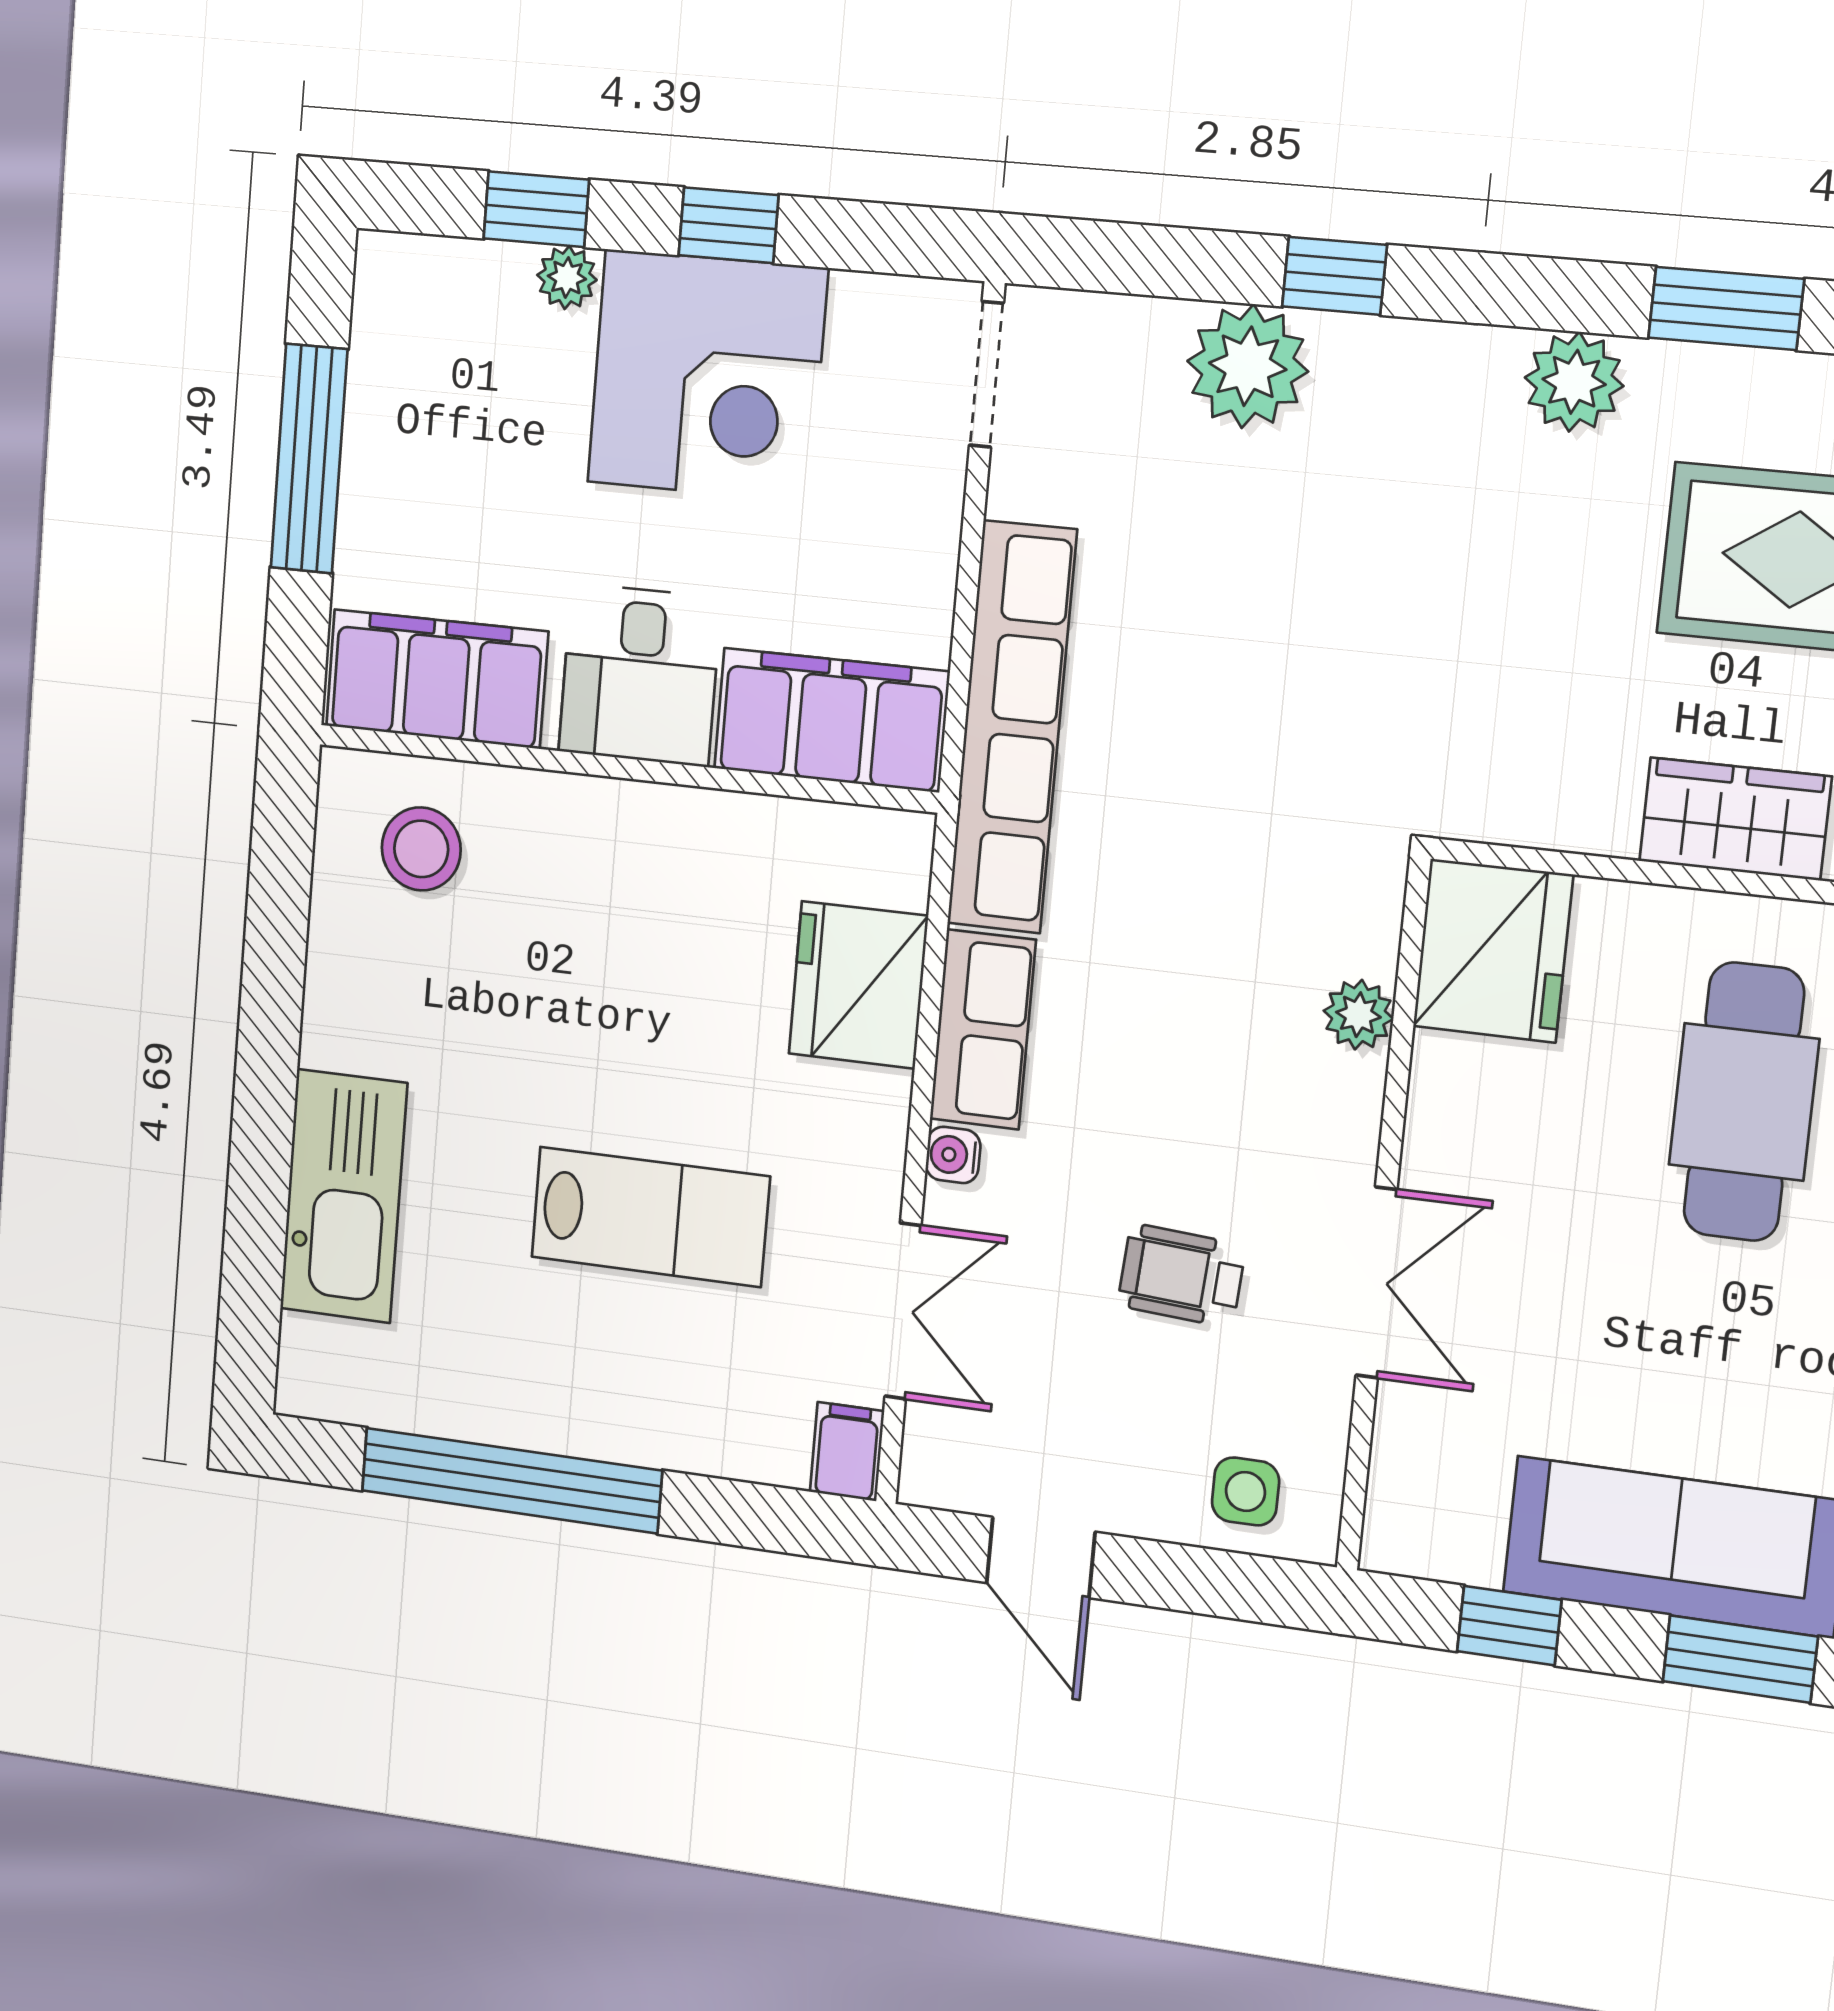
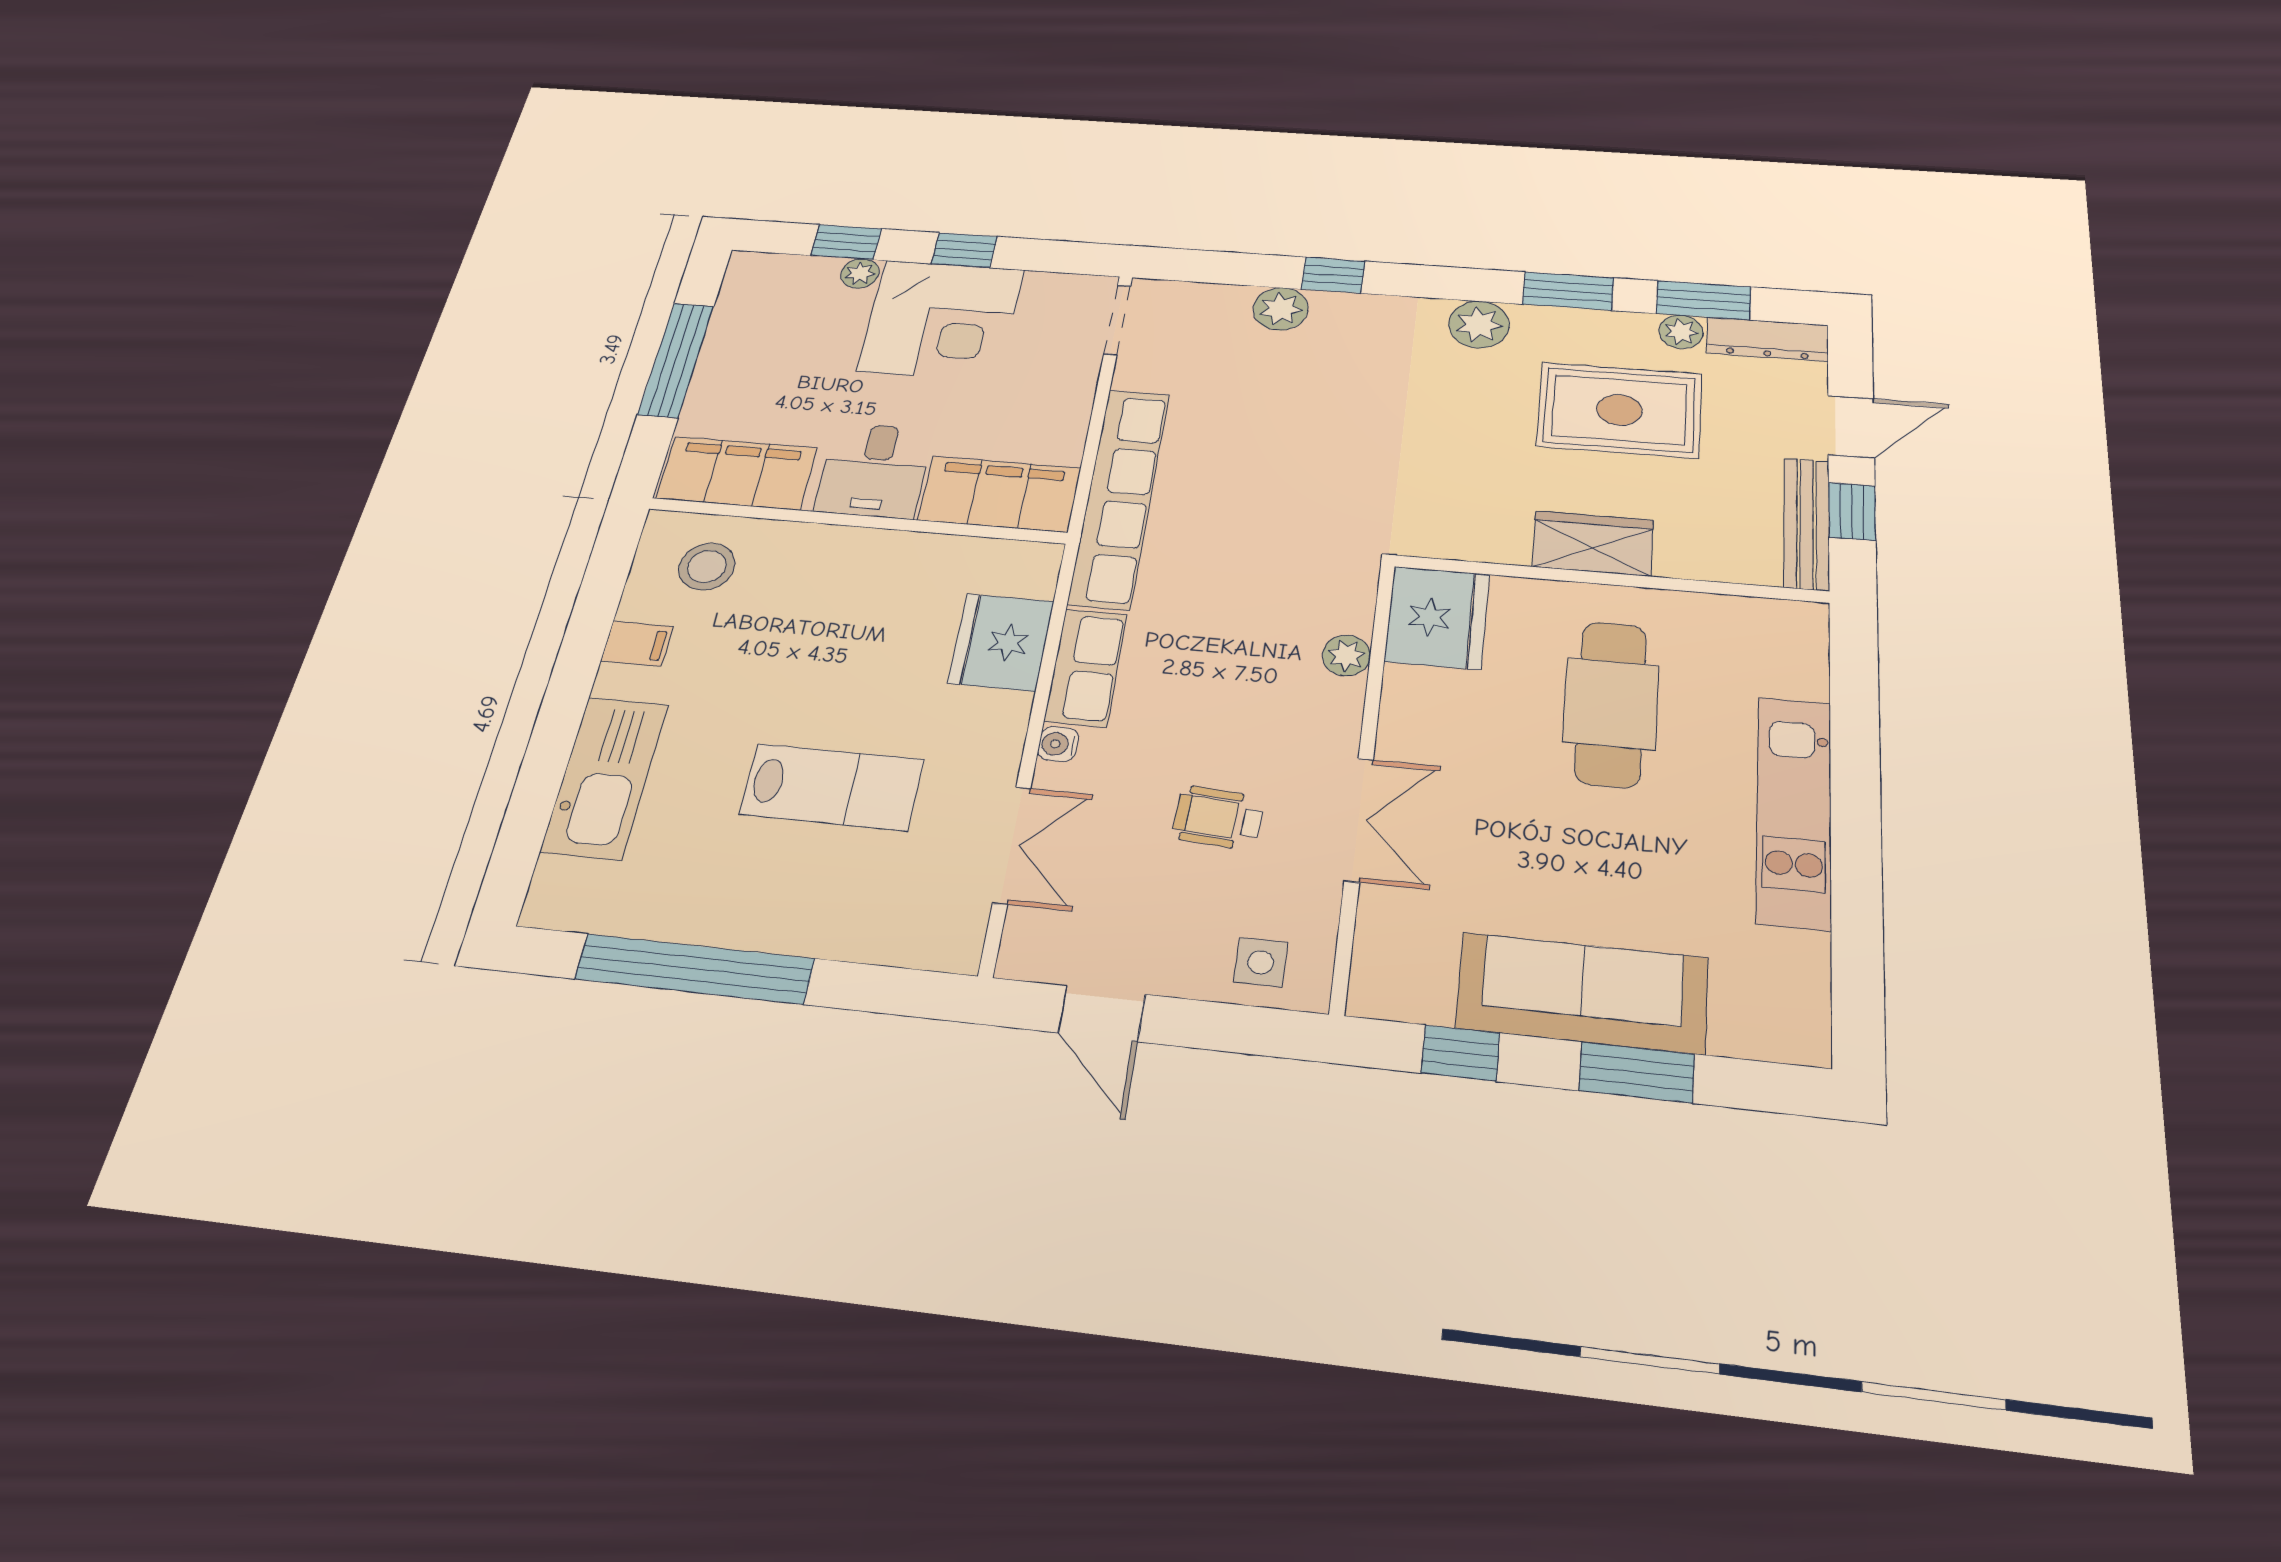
plant: (1248, 366) -> (1281, 309), width x0.73, depth x0.73
filing cabinet: (847, 1452) -> (637, 644), moved, turned 90

